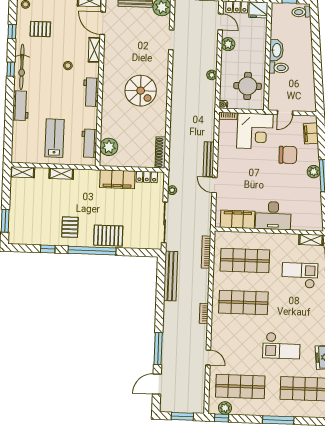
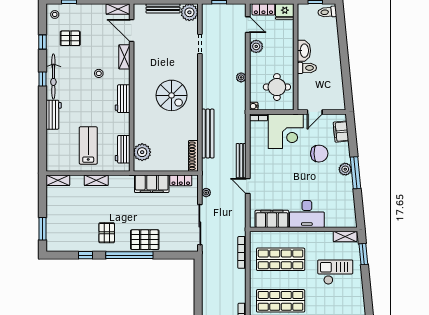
bench: (171, 276) -> (208, 134), moved

